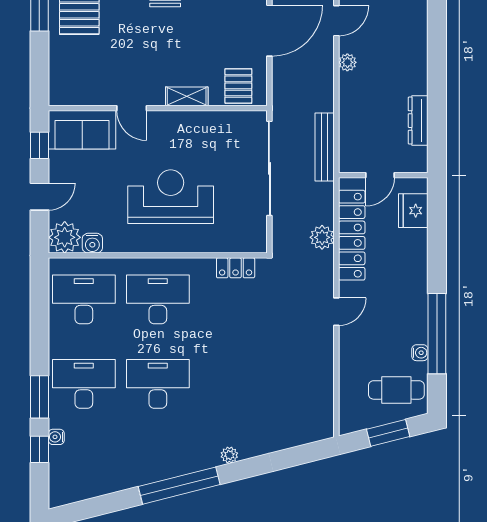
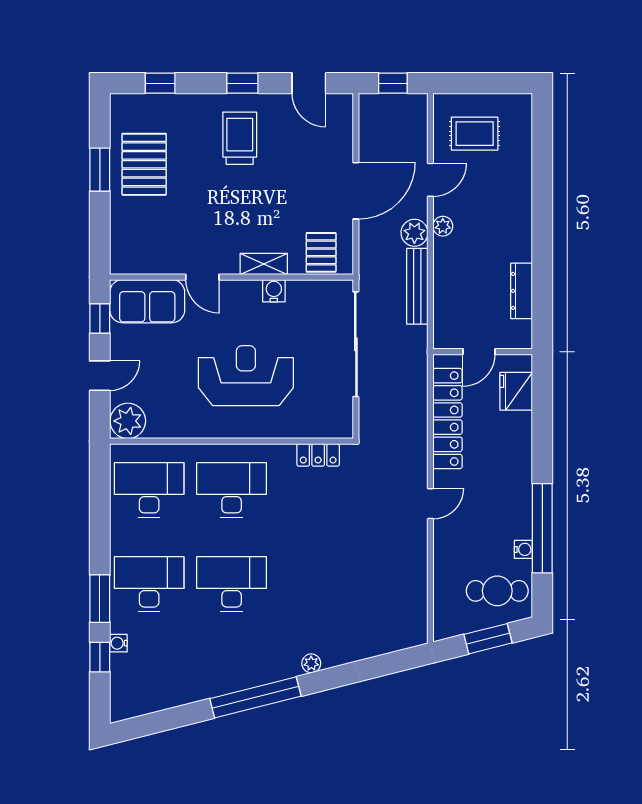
bench: (325, 147) -> (417, 286), moved
plant: (322, 237) -> (414, 233), moved
water cooler: (92, 243) -> (274, 291), moved, turned 180

